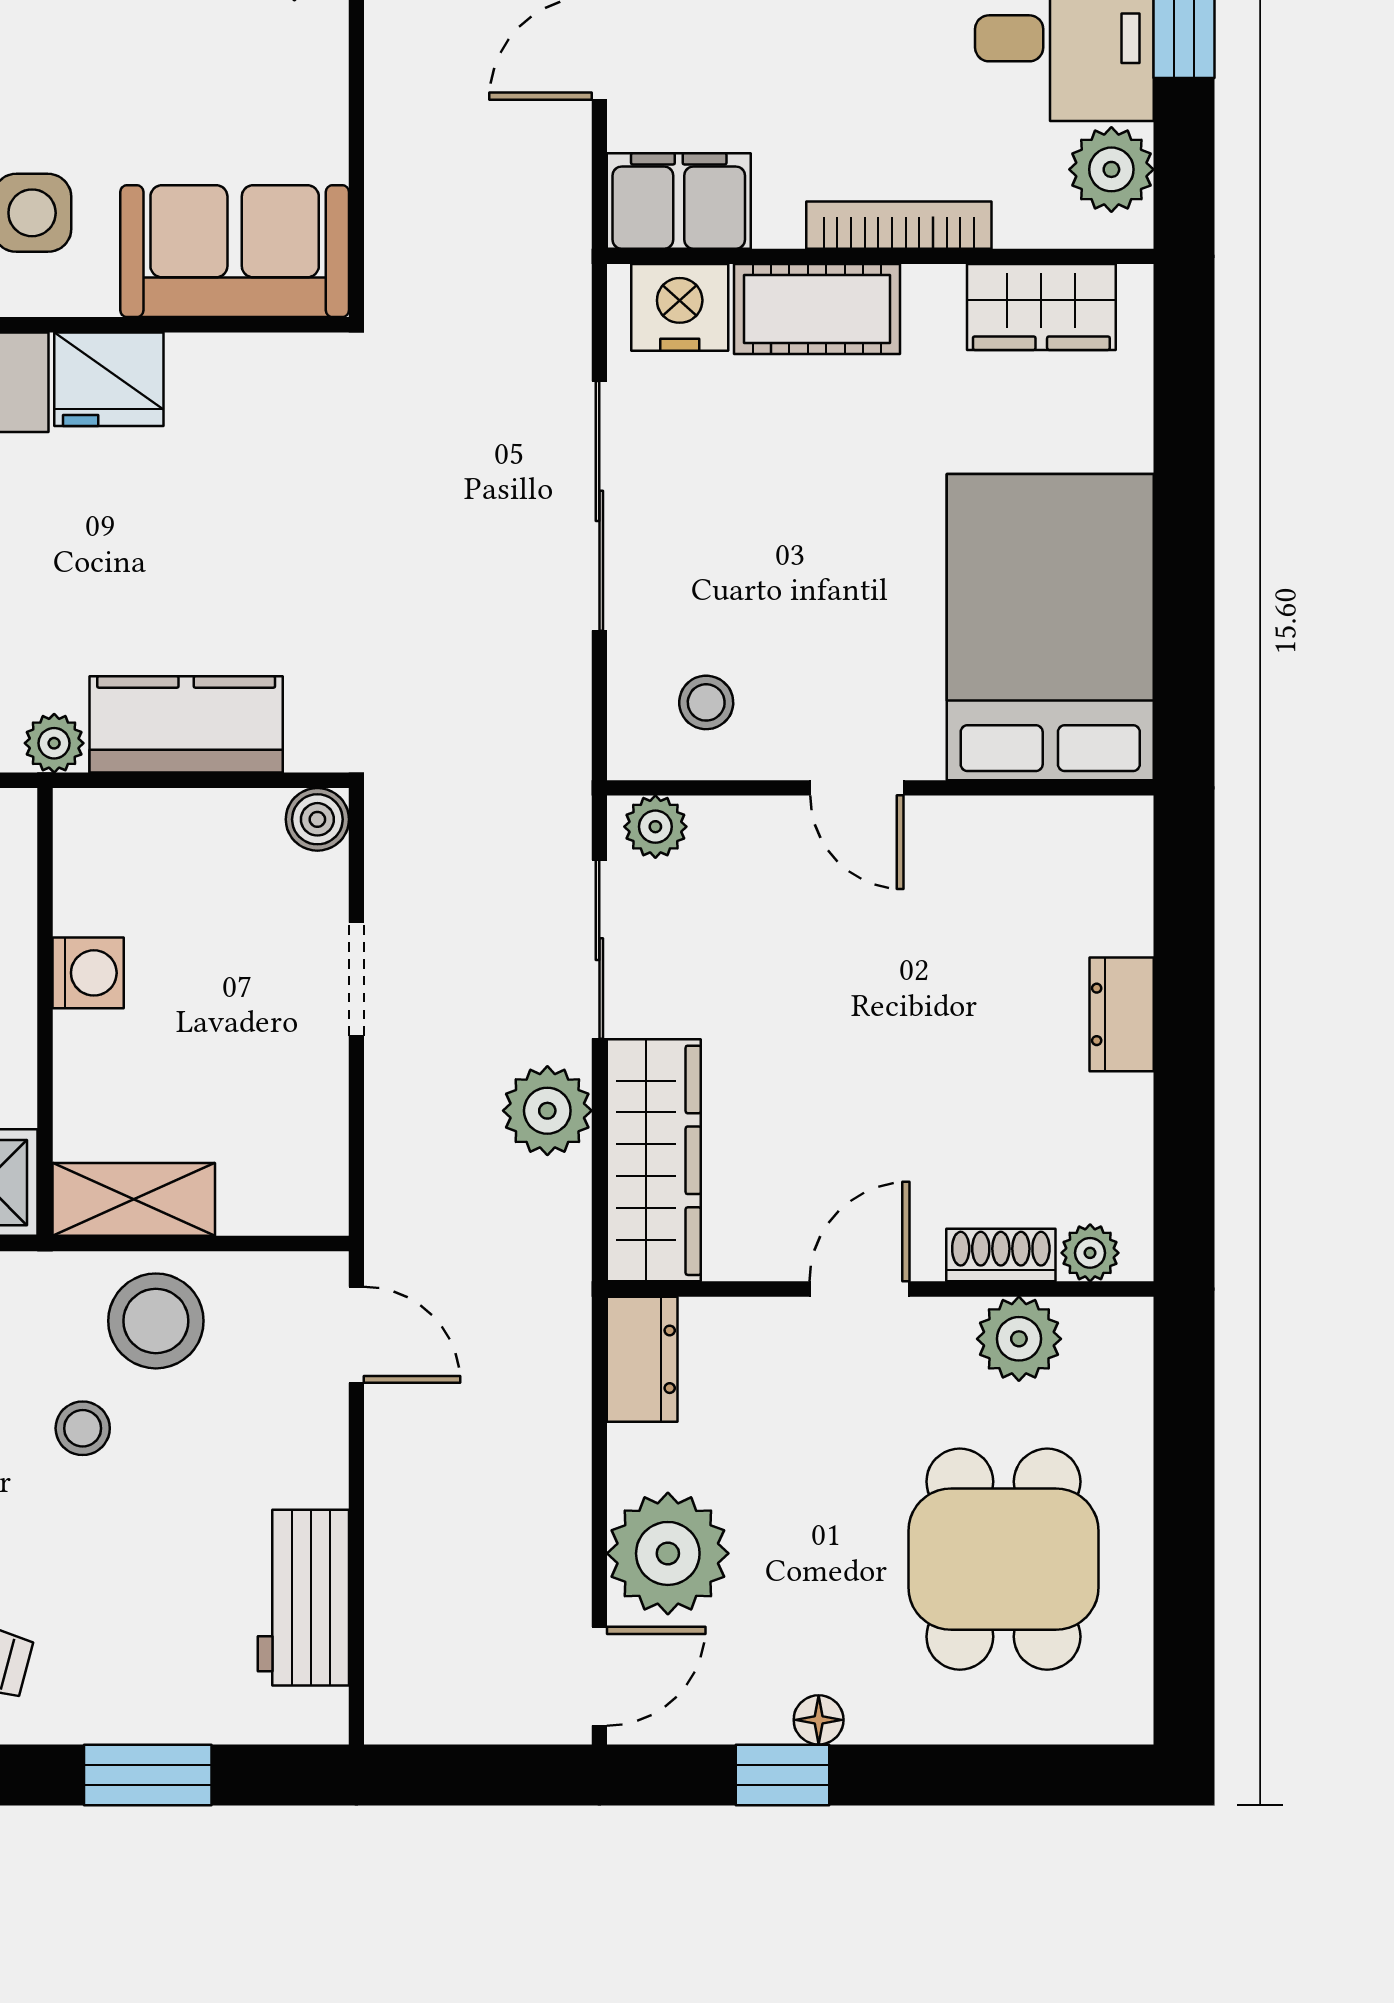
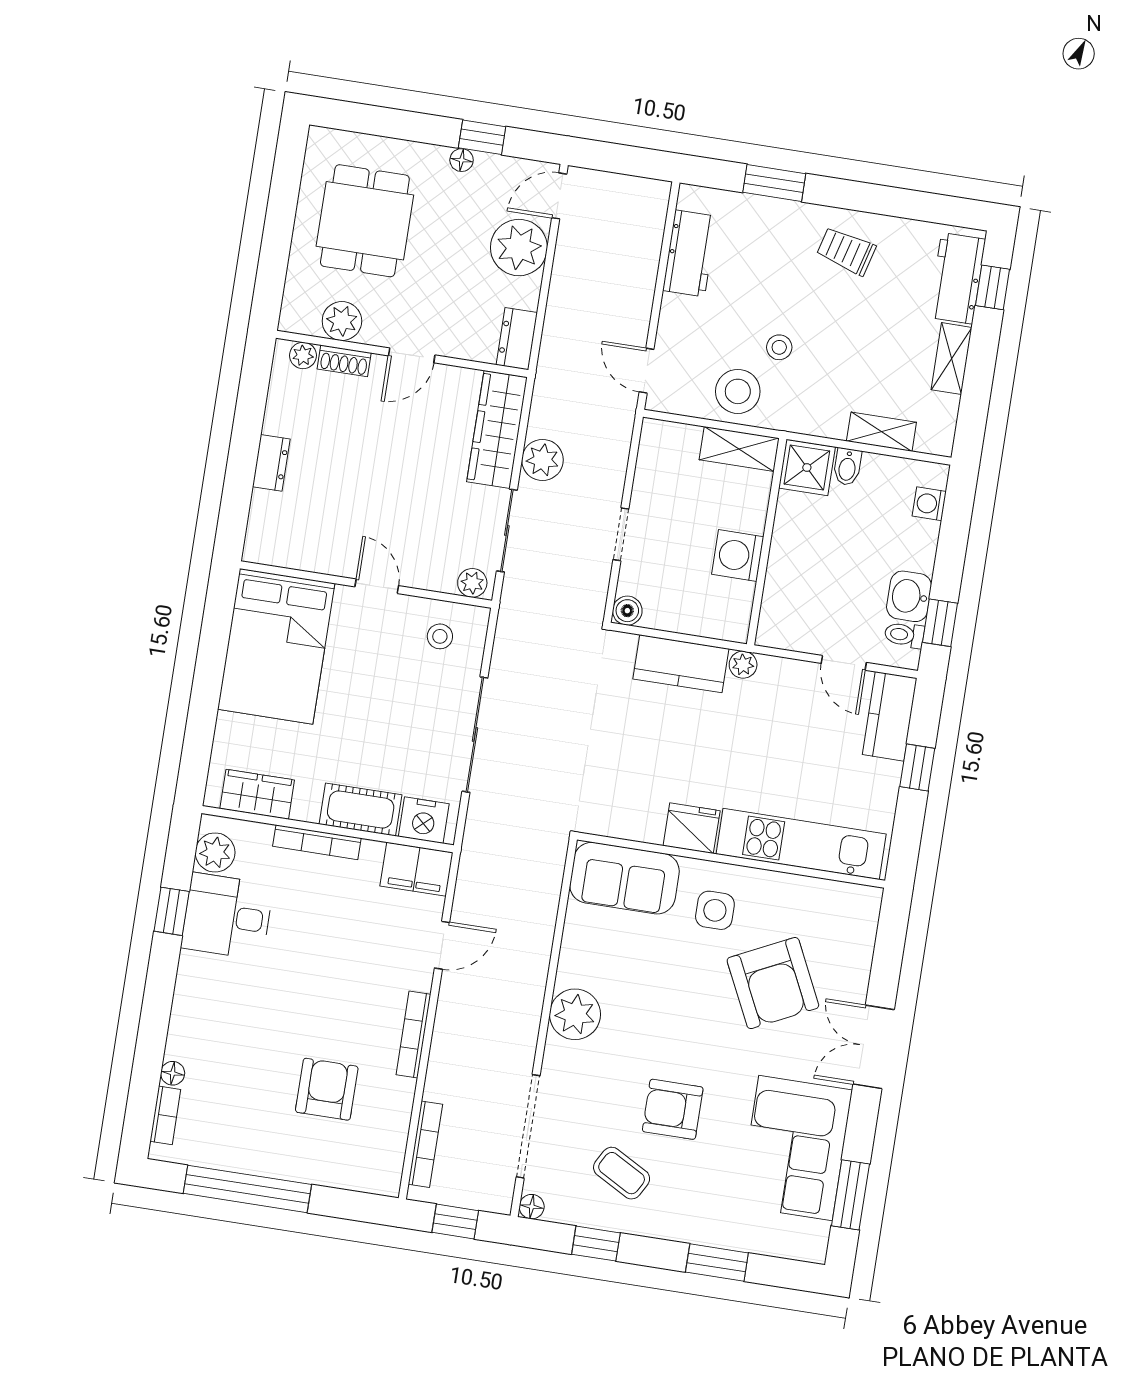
washing machine: (88, 973) -> (738, 556), width x1.38, depth x1.38

